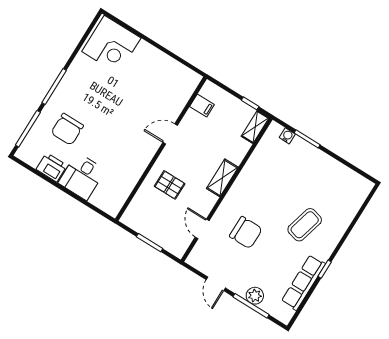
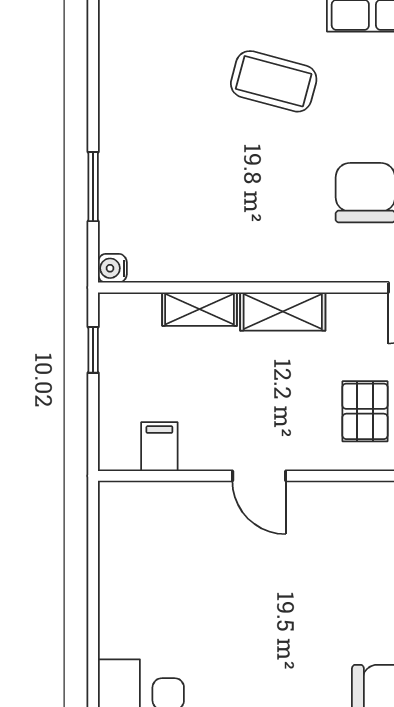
shelving: (255, 127) -> (200, 309), moved
water cooler: (287, 136) -> (112, 268), moved

